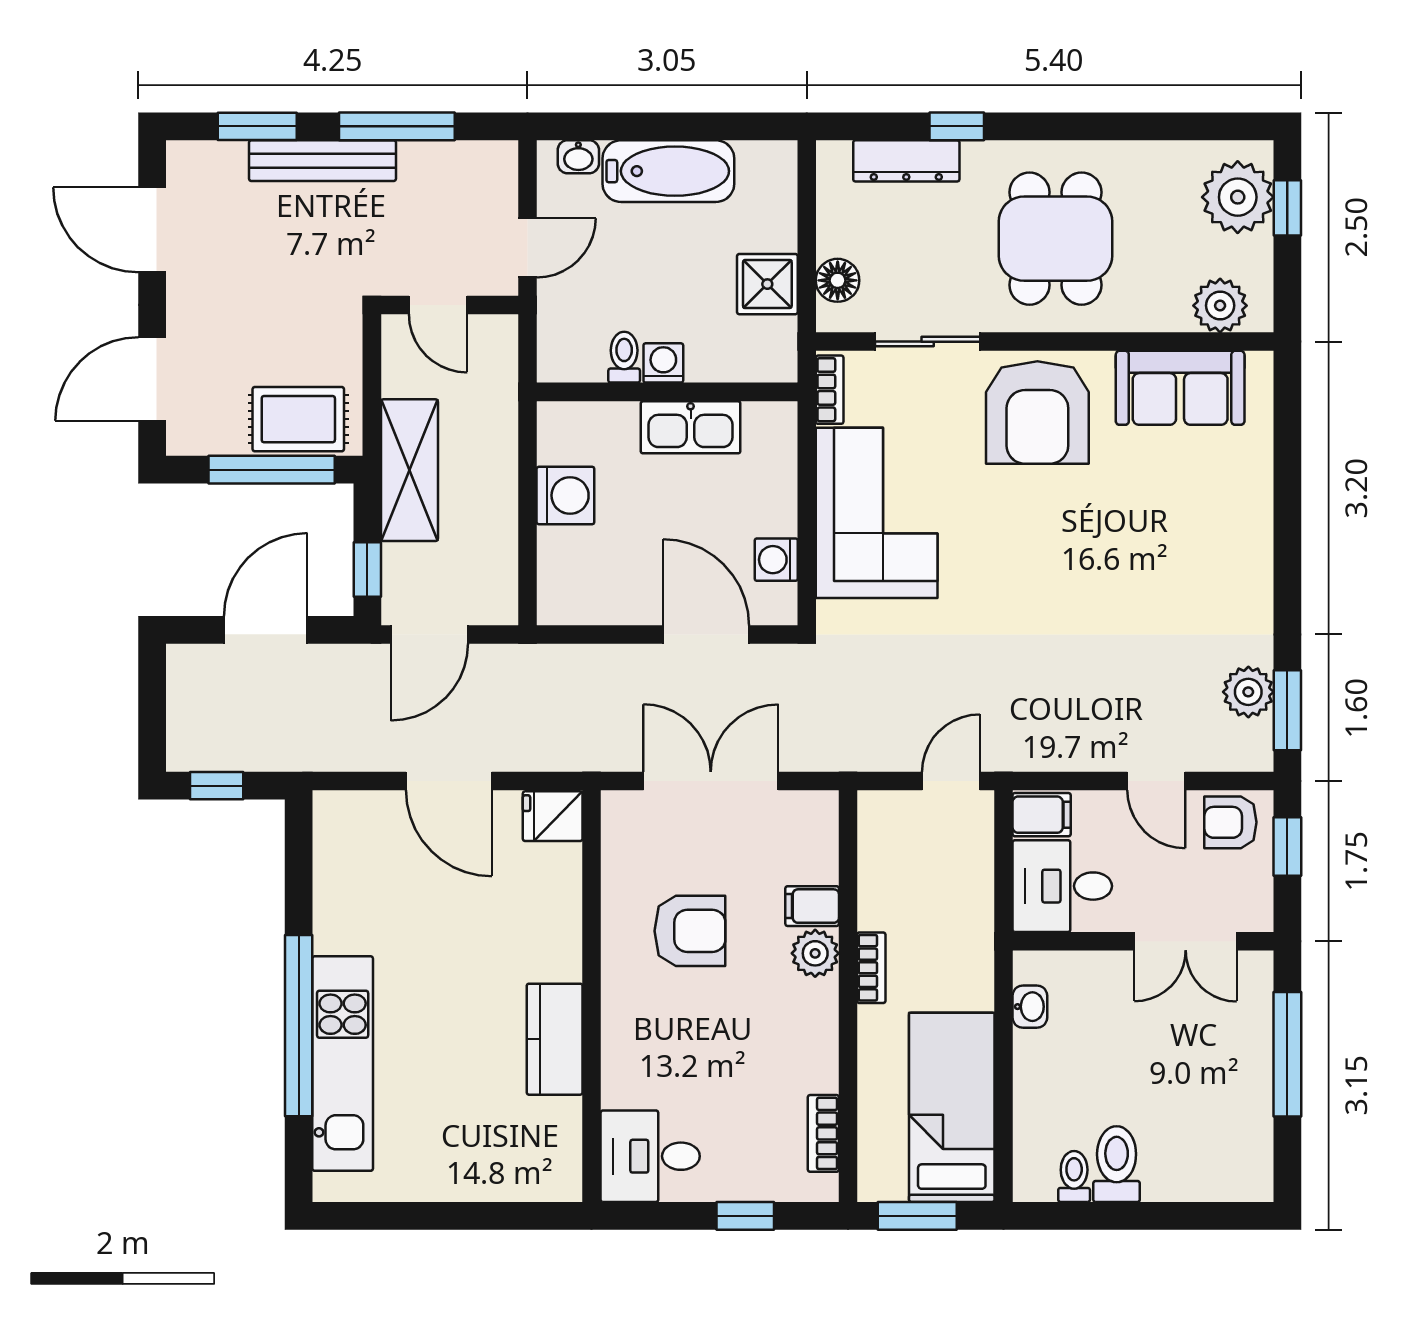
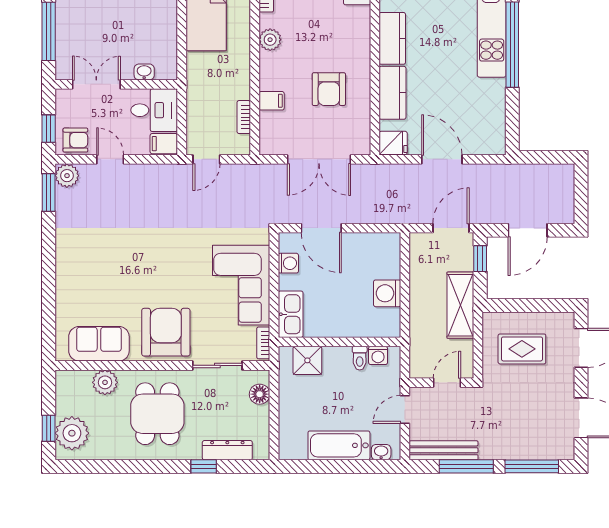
window: (257, 126) -> (532, 466), width x1.44
bench: (323, 161) -> (444, 450), moved
shower: (767, 284) -> (307, 360), moved
door: (438, 305) -> (447, 383), hinge flipped
plant: (1220, 306) -> (105, 382), moved
washing machine: (663, 363) -> (378, 355), moved
rug: (298, 419) -> (522, 349), moved
kitchen sink: (691, 427) -> (291, 314), moved, turned 90
window: (272, 470) -> (525, 305), removed
plant: (1248, 692) -> (67, 176), moved
window: (217, 786) -> (551, 157), removed
kitchen counter: (554, 923) -> (392, 93), added
armchair: (690, 931) -> (329, 89), turned -90
plant: (815, 953) -> (270, 40), moved
bookcase: (871, 968) -> (244, 117), moved
washbasin: (1030, 1007) -> (144, 72), moved, turned 90

